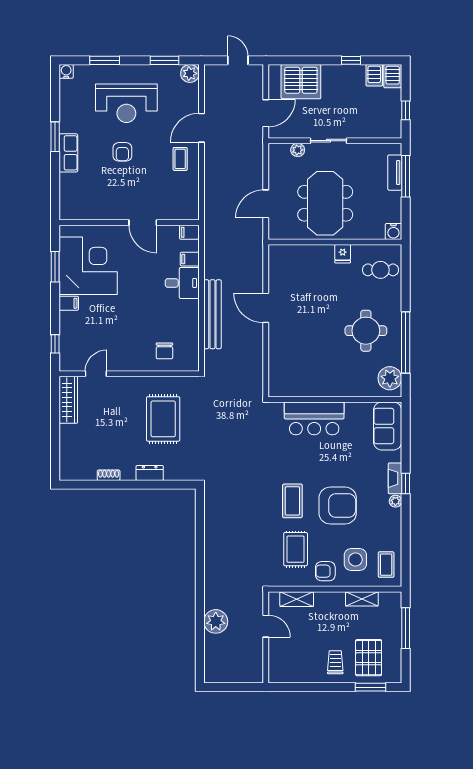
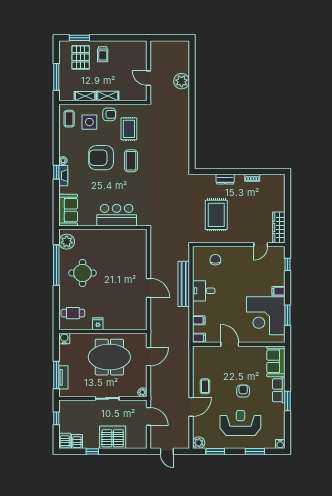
server rack: (301, 82) -> (113, 437), moved
door: (266, 113) -> (149, 416), swing flipped
plant: (298, 150) -> (142, 392), moved
sofa: (73, 197) -> (276, 361), added
meeting table: (325, 203) -> (109, 357), turned 90
desk: (182, 283) -> (204, 291), moved
shelving: (297, 599) -> (108, 96), moved

